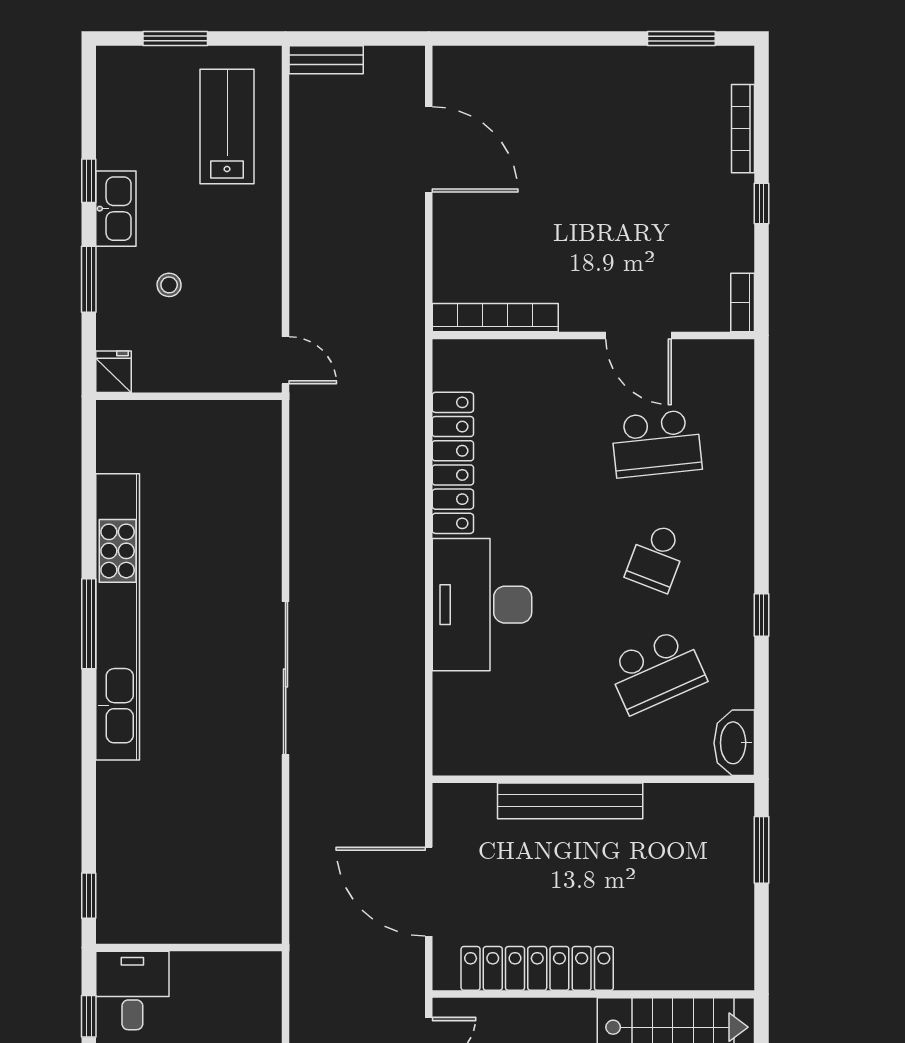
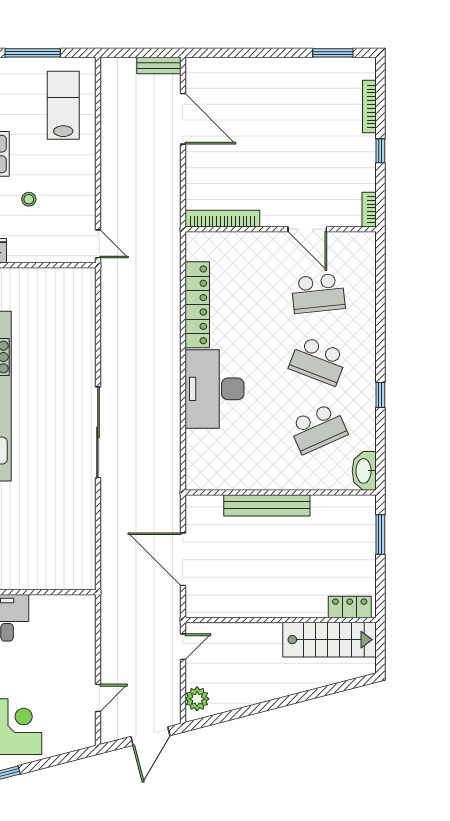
window: (175, 38) -> (33, 53), width x1.44
bench: (326, 60) -> (159, 66), moved
school desk: (656, 557) -> (318, 361), width x1.85
locker: (537, 968) -> (350, 607), moved, width x0.46, depth x0.83

